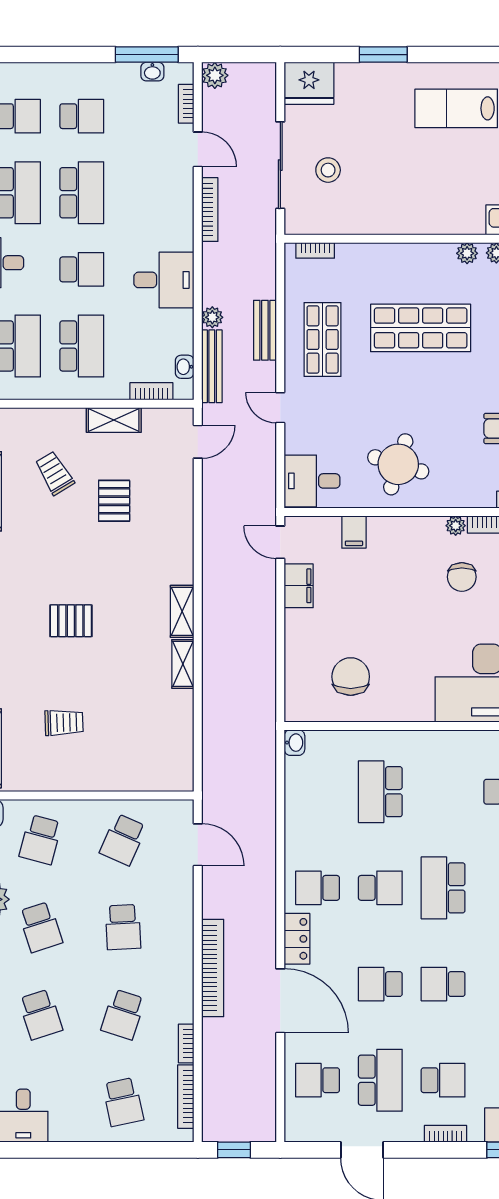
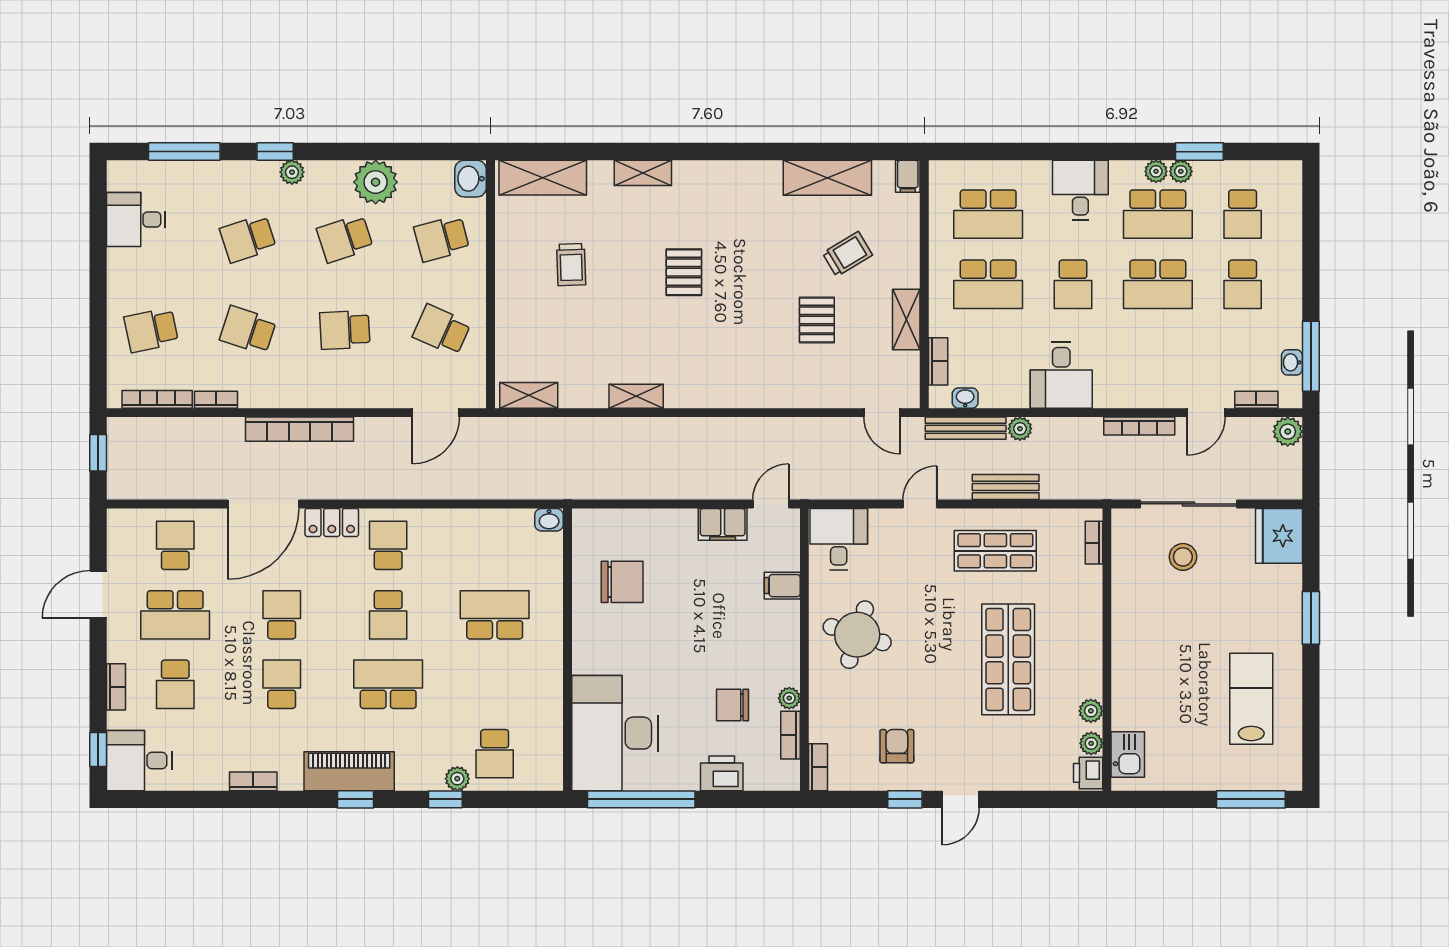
pallet: (114, 501) -> (817, 320), turned 90
shelving: (182, 611) -> (529, 395), moved
school desk: (41, 840) -> (442, 239), turned -30

